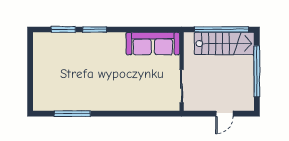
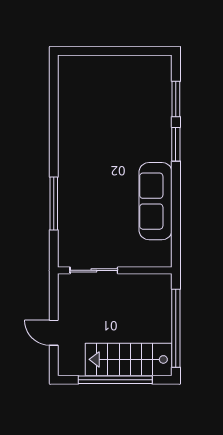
stairs: (224, 43) -> (129, 359), moved, turned 90
sofa: (153, 44) -> (156, 201), moved
window: (72, 114) -> (54, 203), moved

